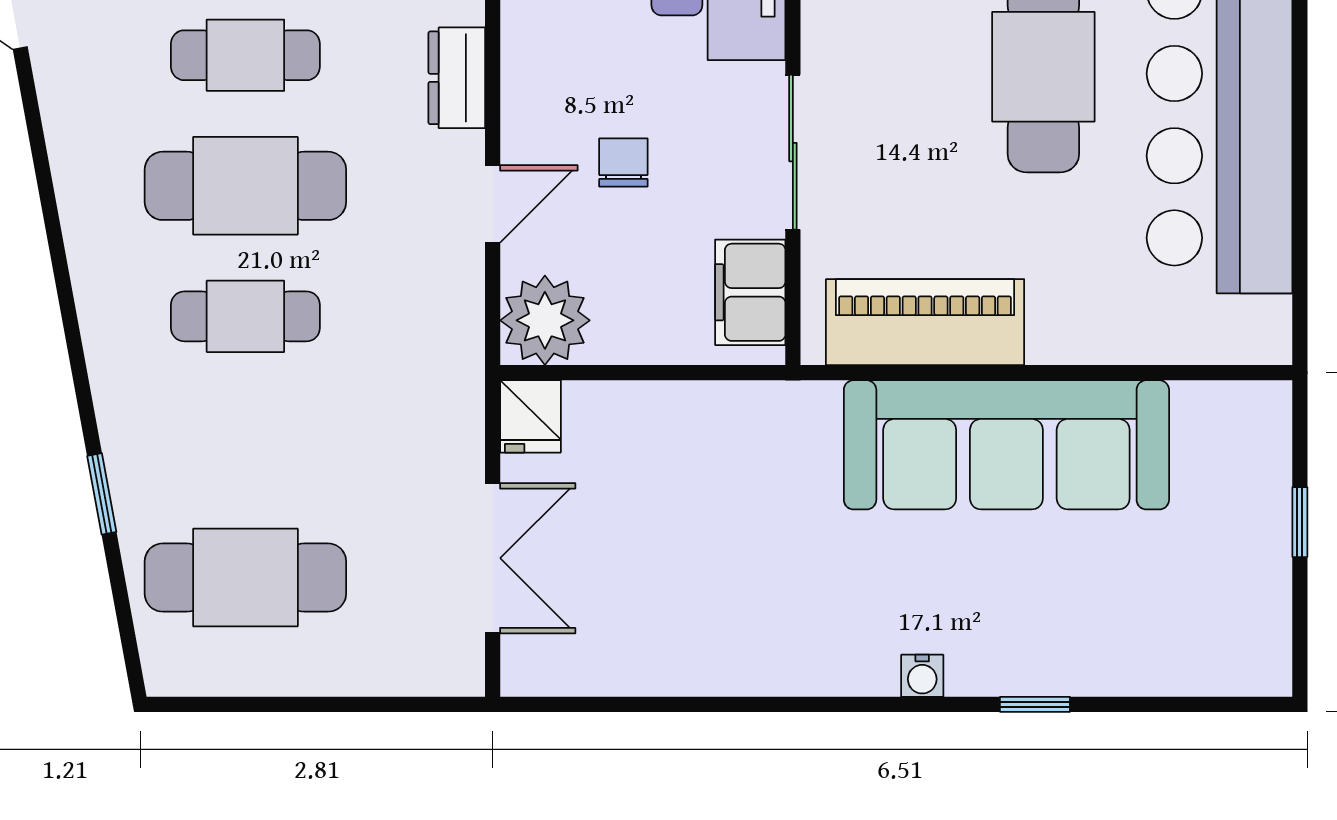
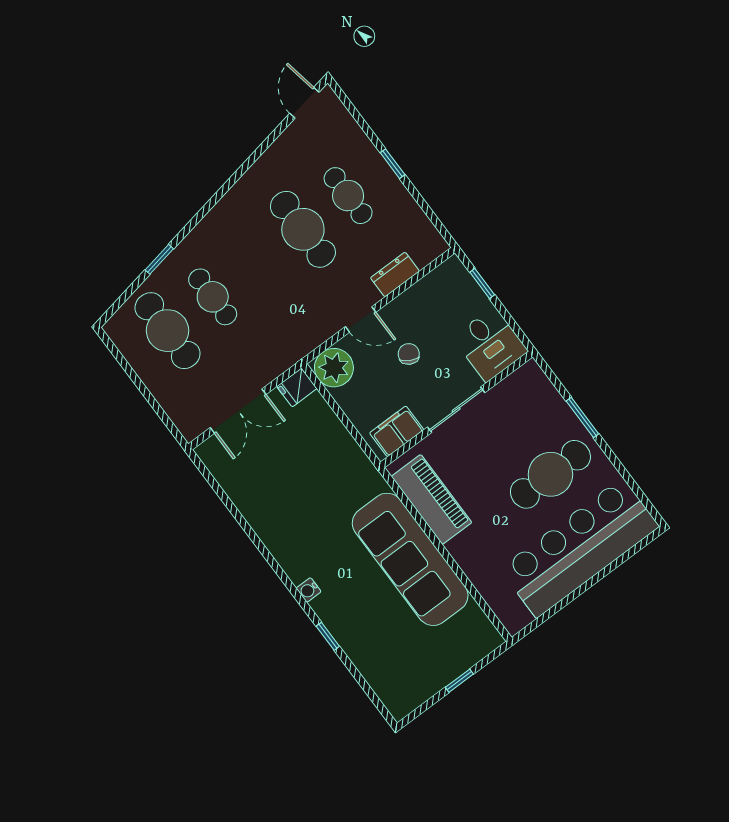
chair: (623, 163) -> (409, 354), turned -61
cafe table: (245, 316) -> (213, 297), moved

